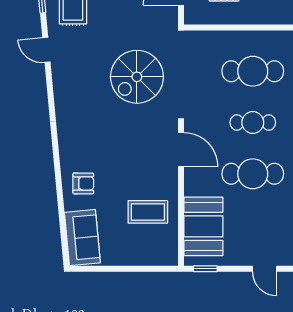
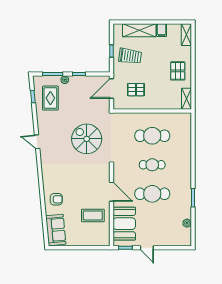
door: (46, 50) -> (37, 142), moved
spiral stairs: (137, 77) -> (87, 139), turned 90
door: (181, 150) -> (112, 192), moved
door: (265, 269) -> (147, 248), moved

